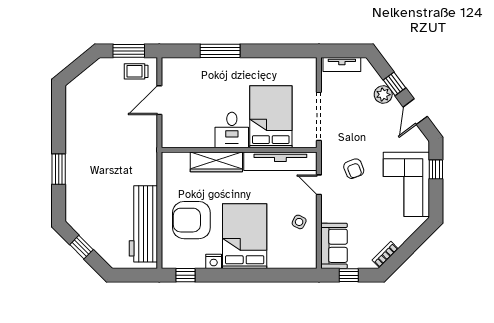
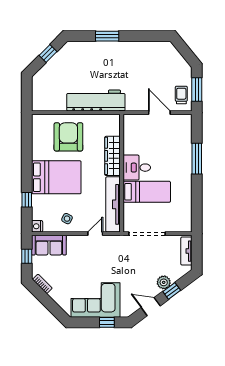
bed: (271, 117) -> (147, 192), width x0.67
armchair: (354, 169) -> (107, 260), removed
workbench: (143, 224) -> (96, 100), moved
nightstand: (214, 261) -> (37, 226), moved
window: (186, 275) -> (27, 200), moved

